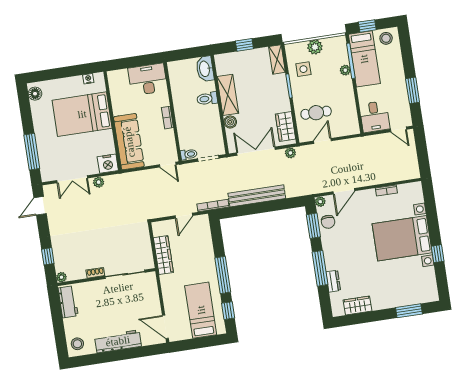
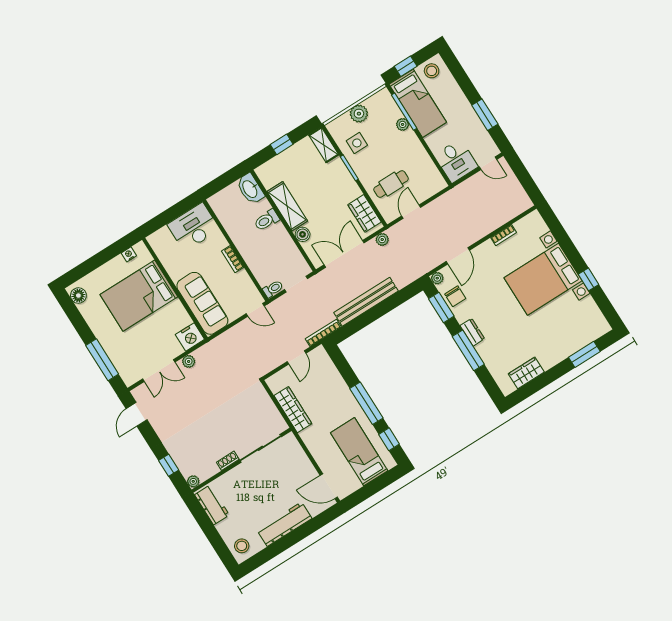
dresser: (333, 281) -> (472, 332), moved

